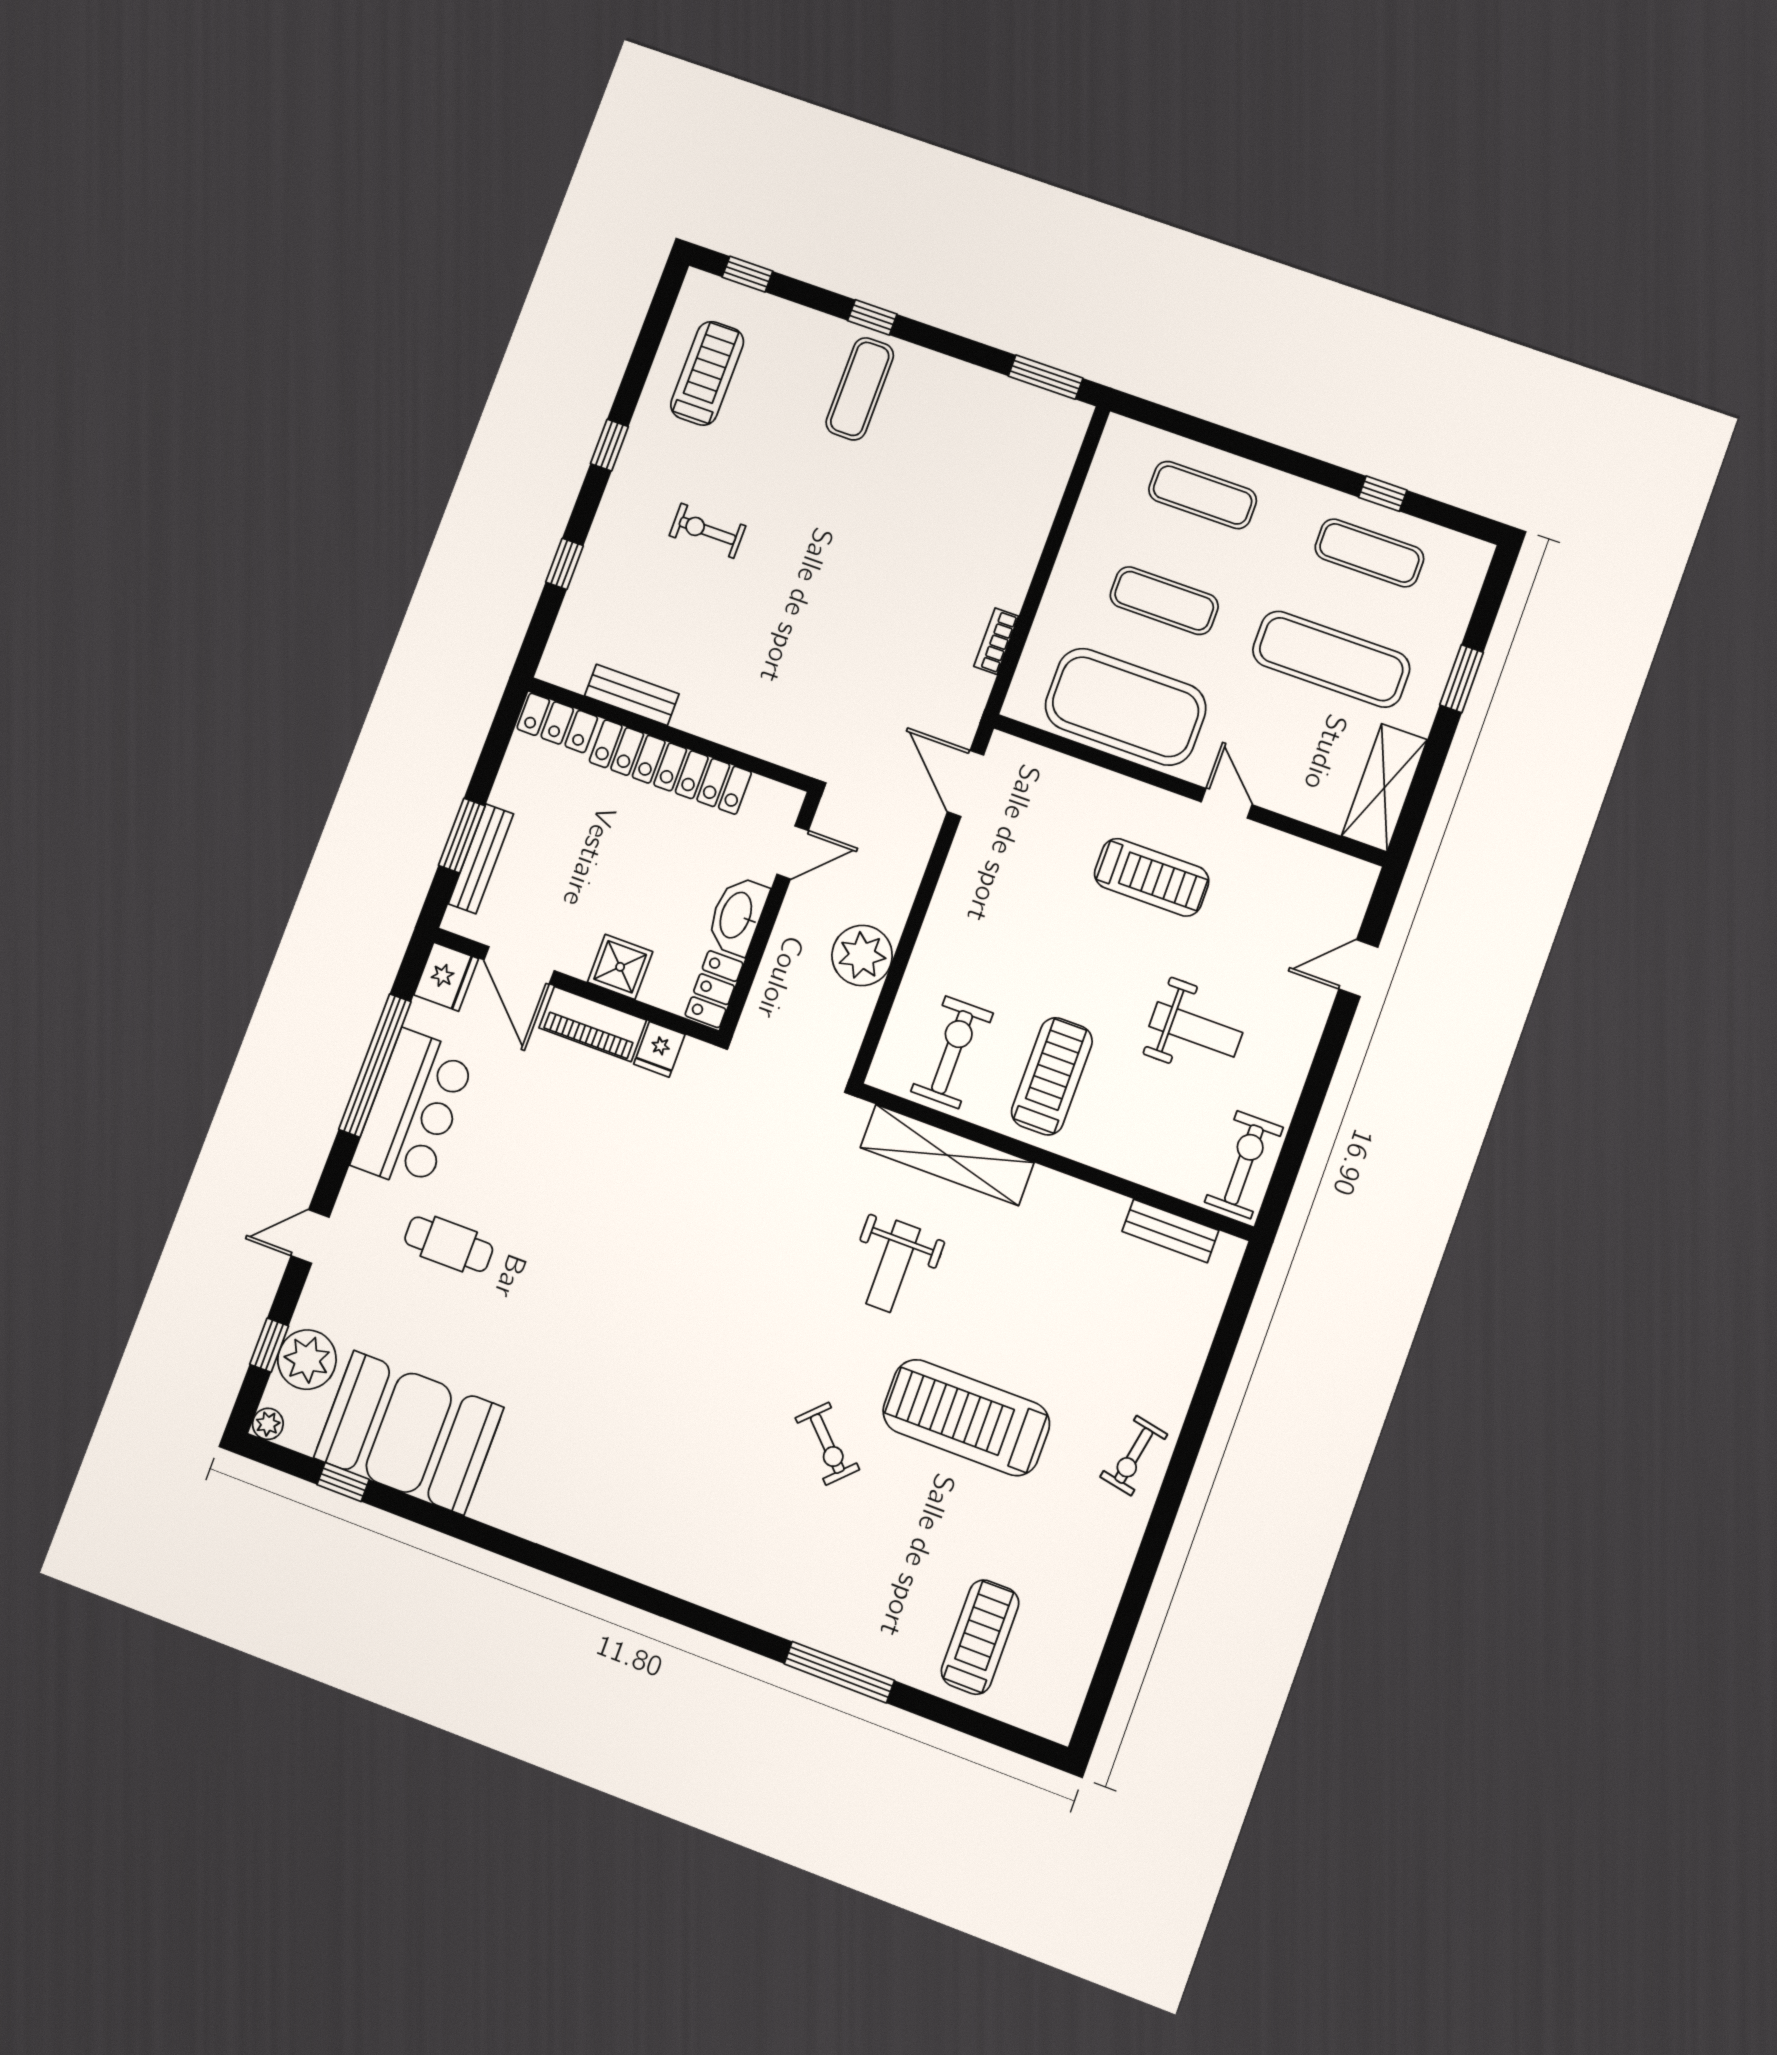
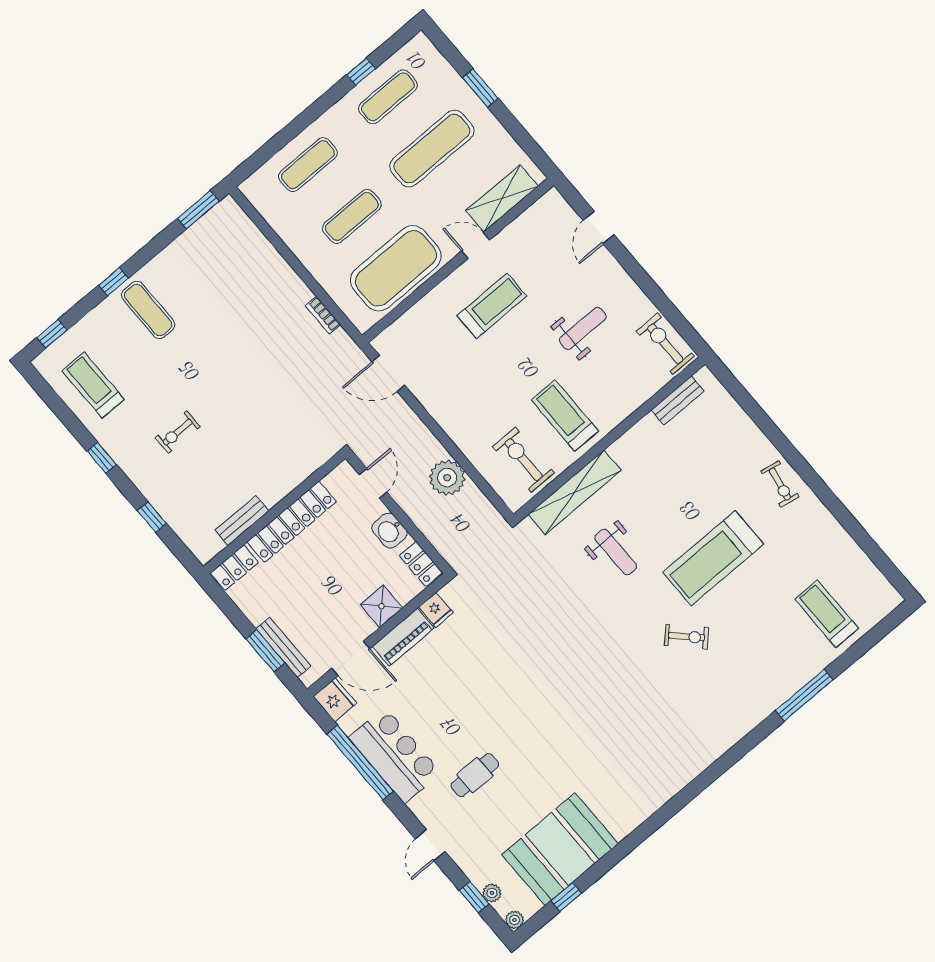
shelving: (1384, 788) -> (502, 198), moved, turned 90
washbasin: (737, 916) -> (390, 531), width x0.72
plant: (307, 1360) -> (492, 893), width x0.53, depth x0.53

